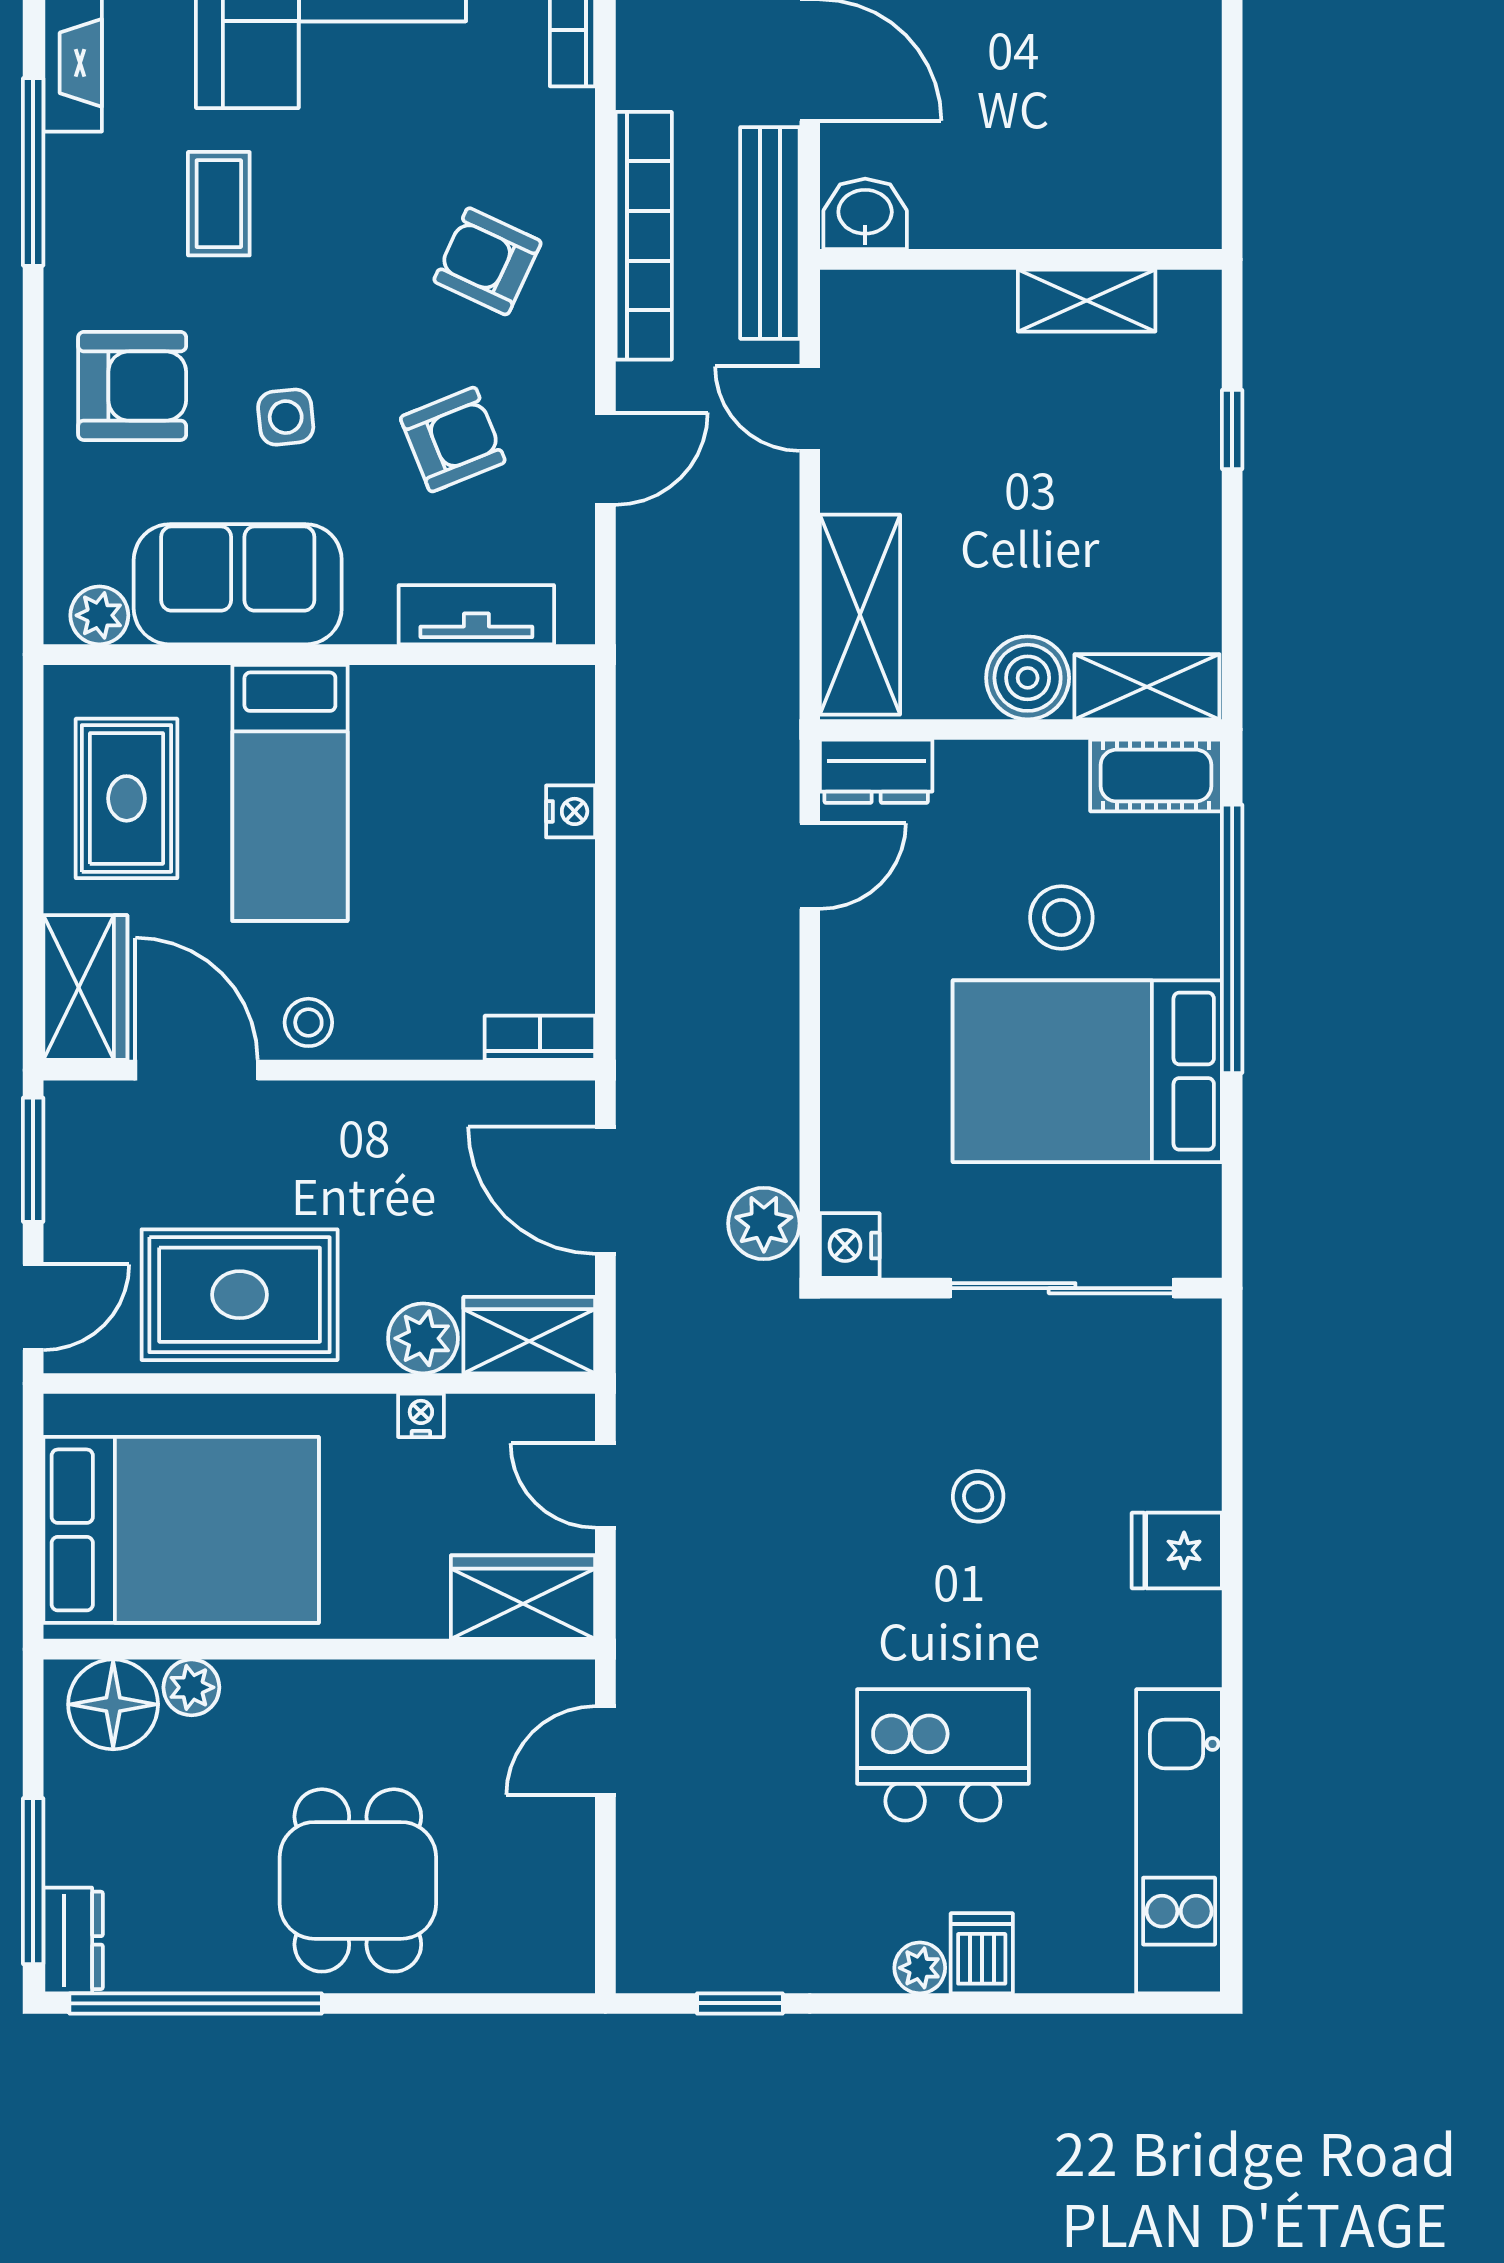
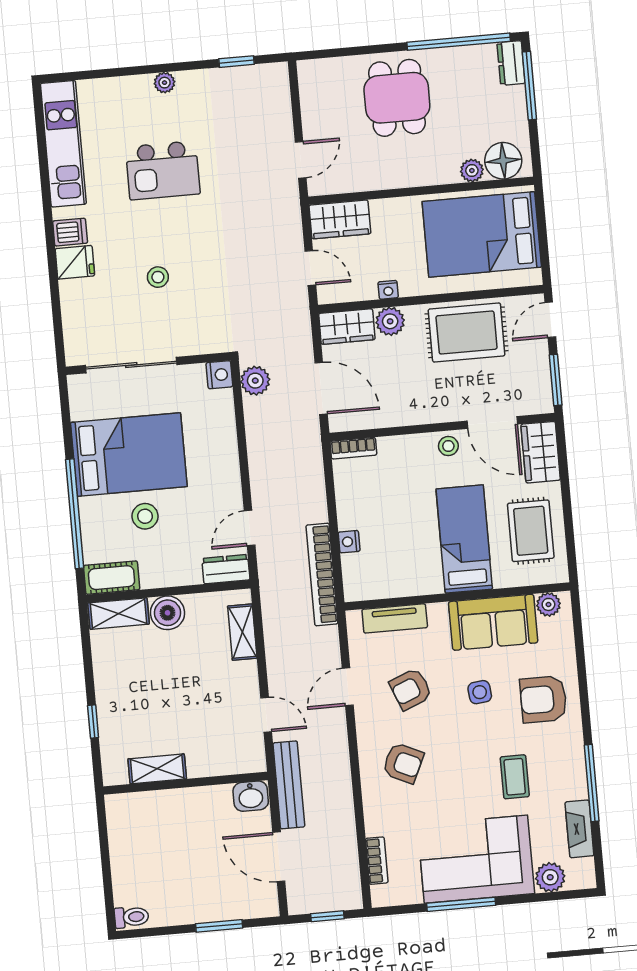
bookcase: (644, 236) -> (322, 574), moved
shelving: (860, 615) -> (242, 632), width x0.67, depth x0.75
dishwasher: (982, 1953) -> (70, 232), moved, turned -90

